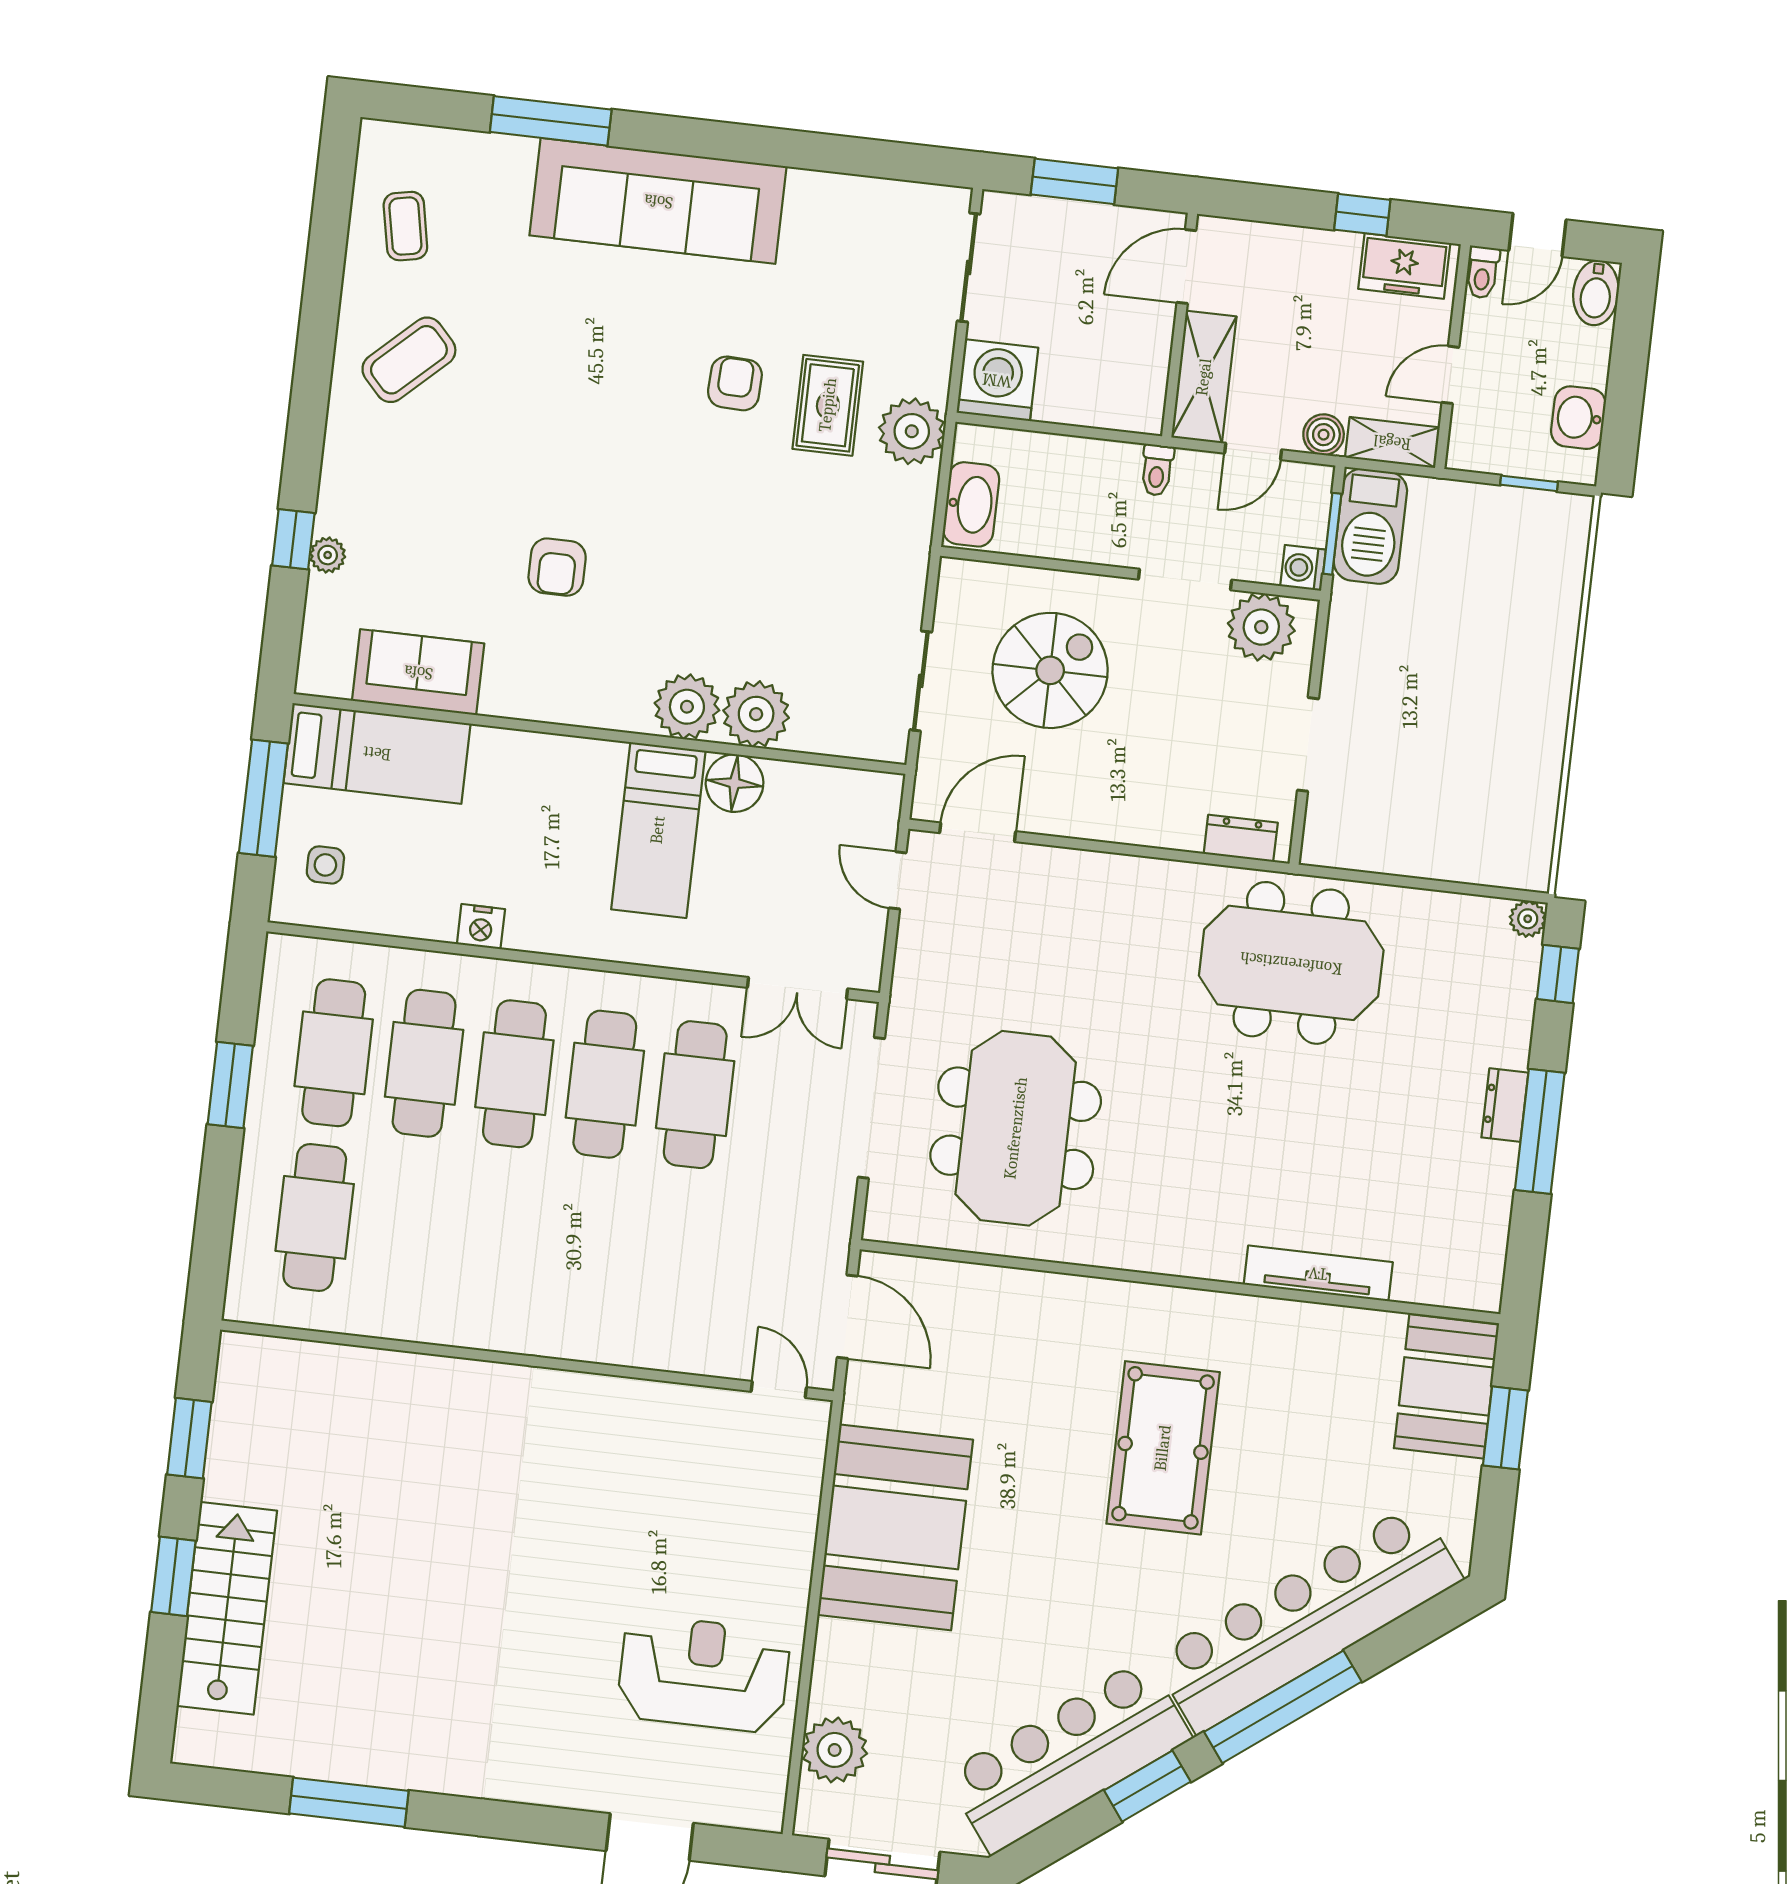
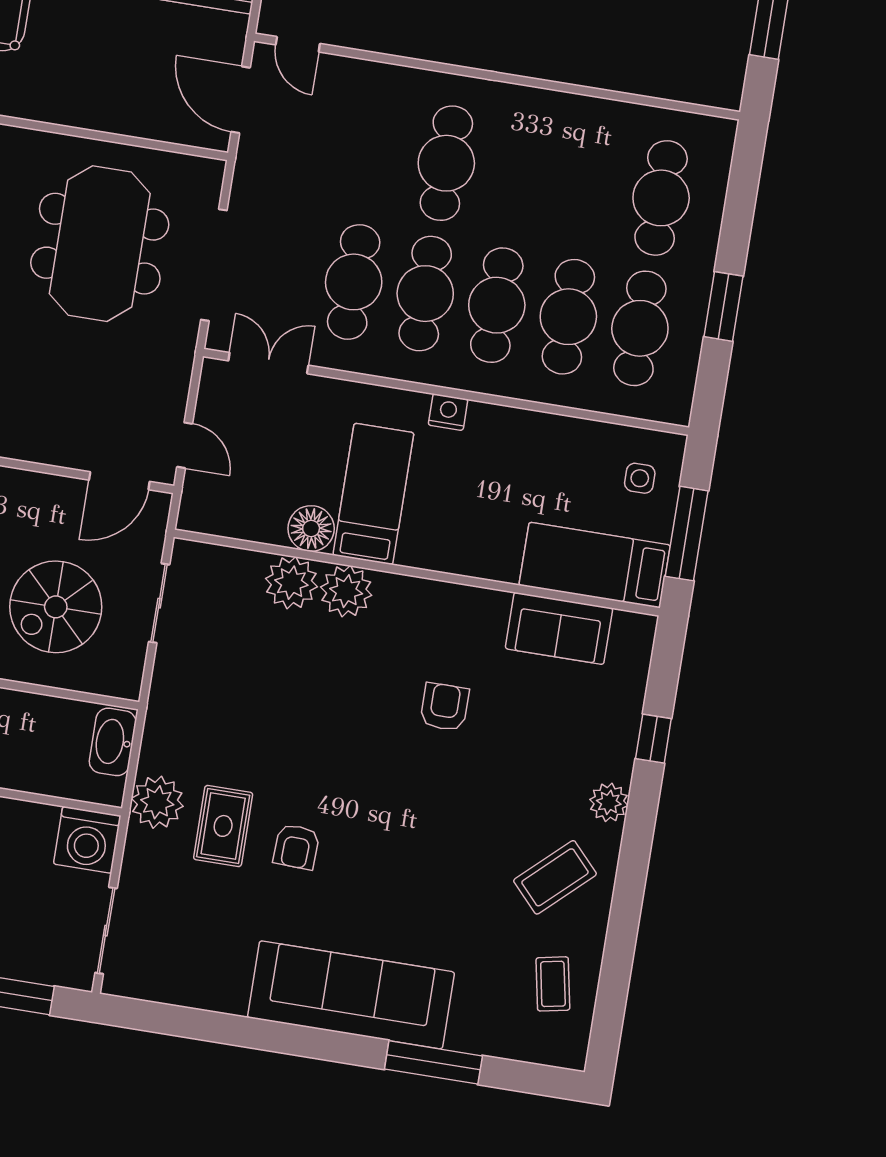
plant: (328, 555) -> (609, 802), moved, width x1.38, depth x1.38
nightstand: (481, 927) -> (448, 412), moved
cafe table: (586, 1249) -> (446, 163), added

